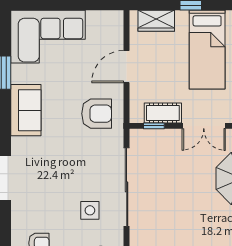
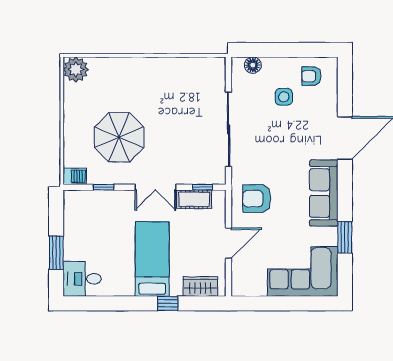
sofa: (26, 110) -> (324, 193), width x1.36
double door: (204, 126) -> (155, 187), swing flipped
side table: (90, 210) -> (284, 97), moved

